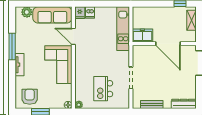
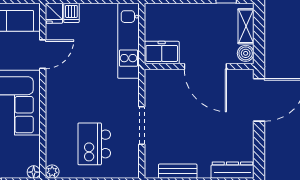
door: (73, 36) -> (43, 54), swing flipped
boiler: (191, 36) -> (246, 53), added

